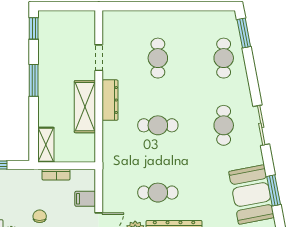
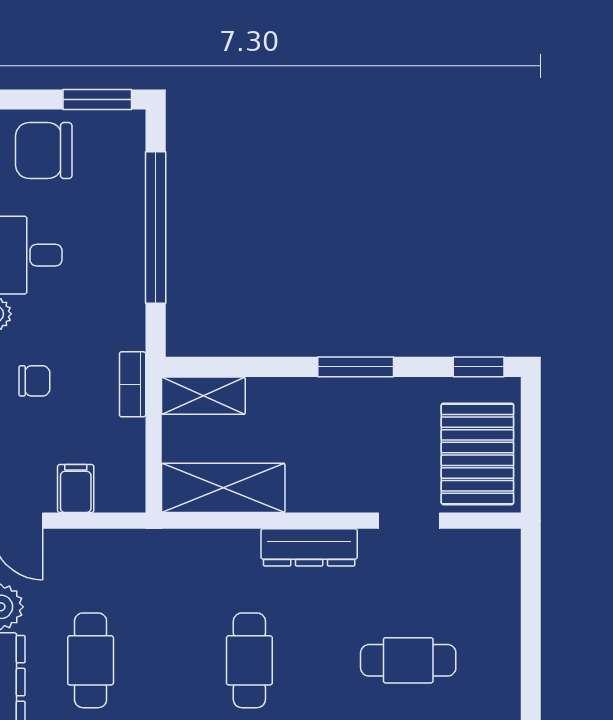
pallet: (71, 29) -> (477, 454), added
shelving: (85, 107) -> (223, 488), moved
bookcase: (56, 175) -> (133, 384), moved

